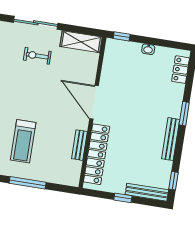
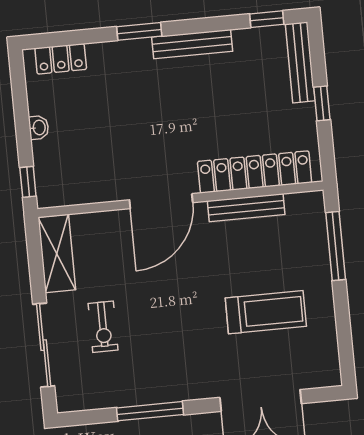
bench: (79, 145) -> (246, 208), width x1.36
window: (28, 183) -> (336, 246), moved

